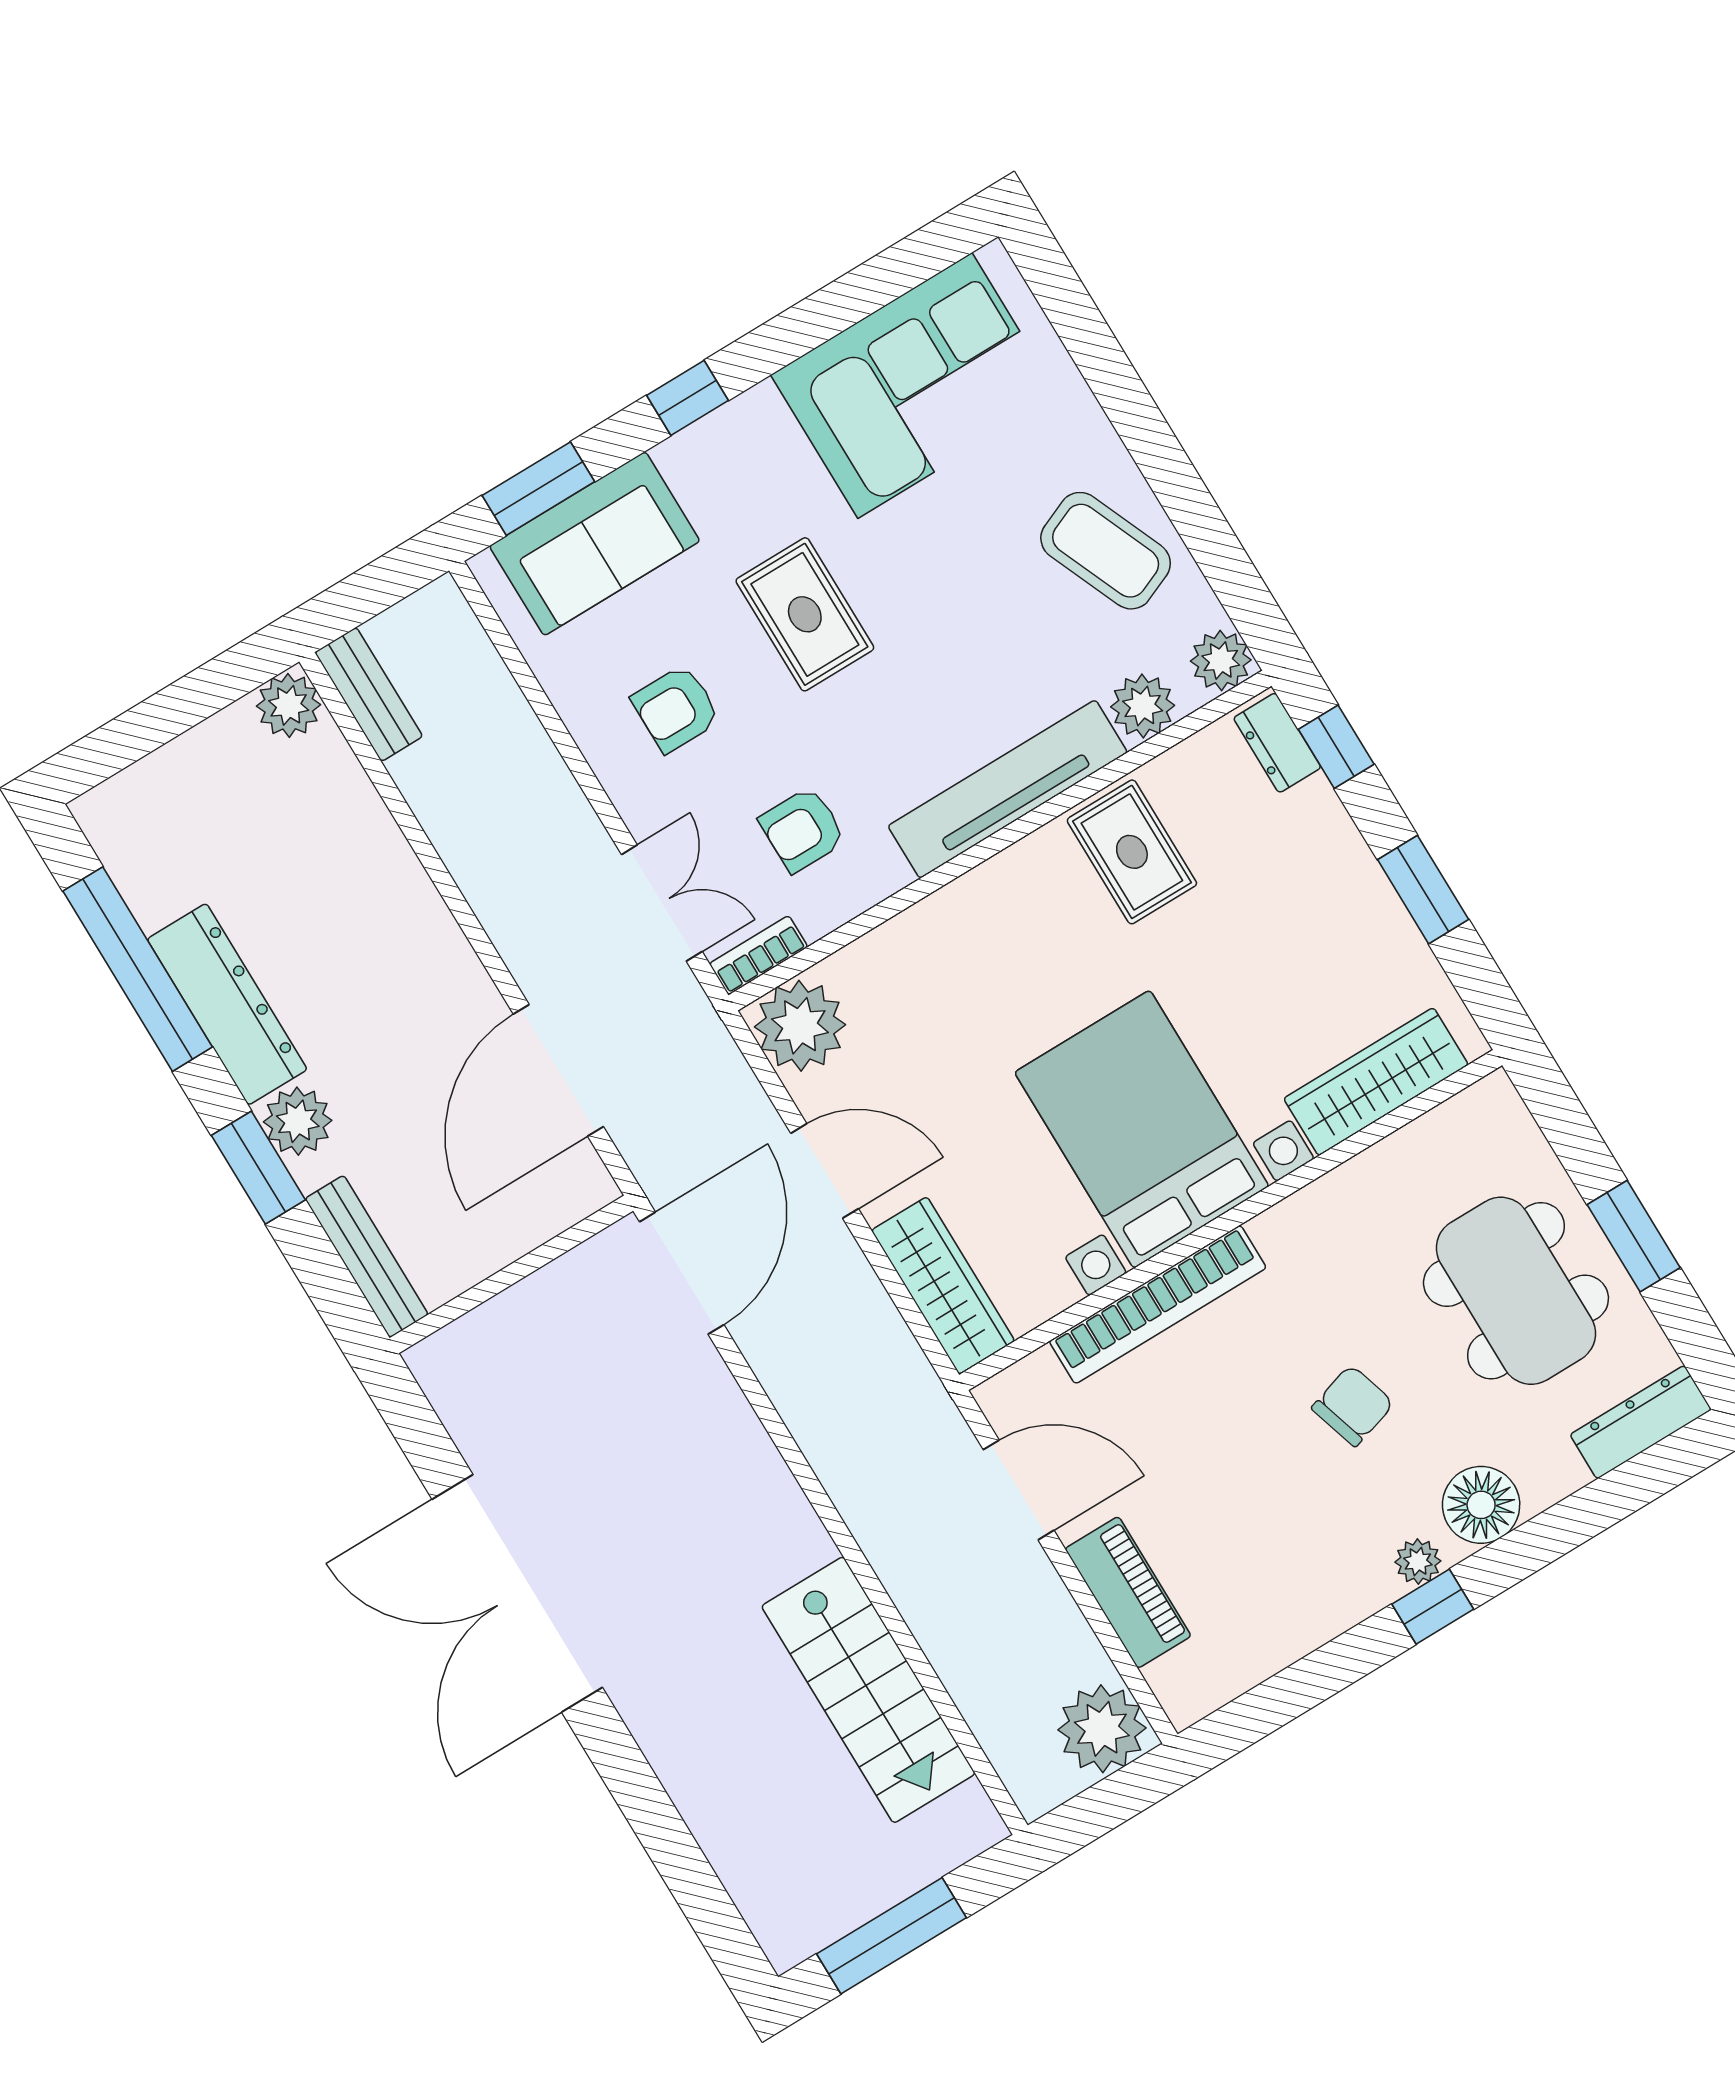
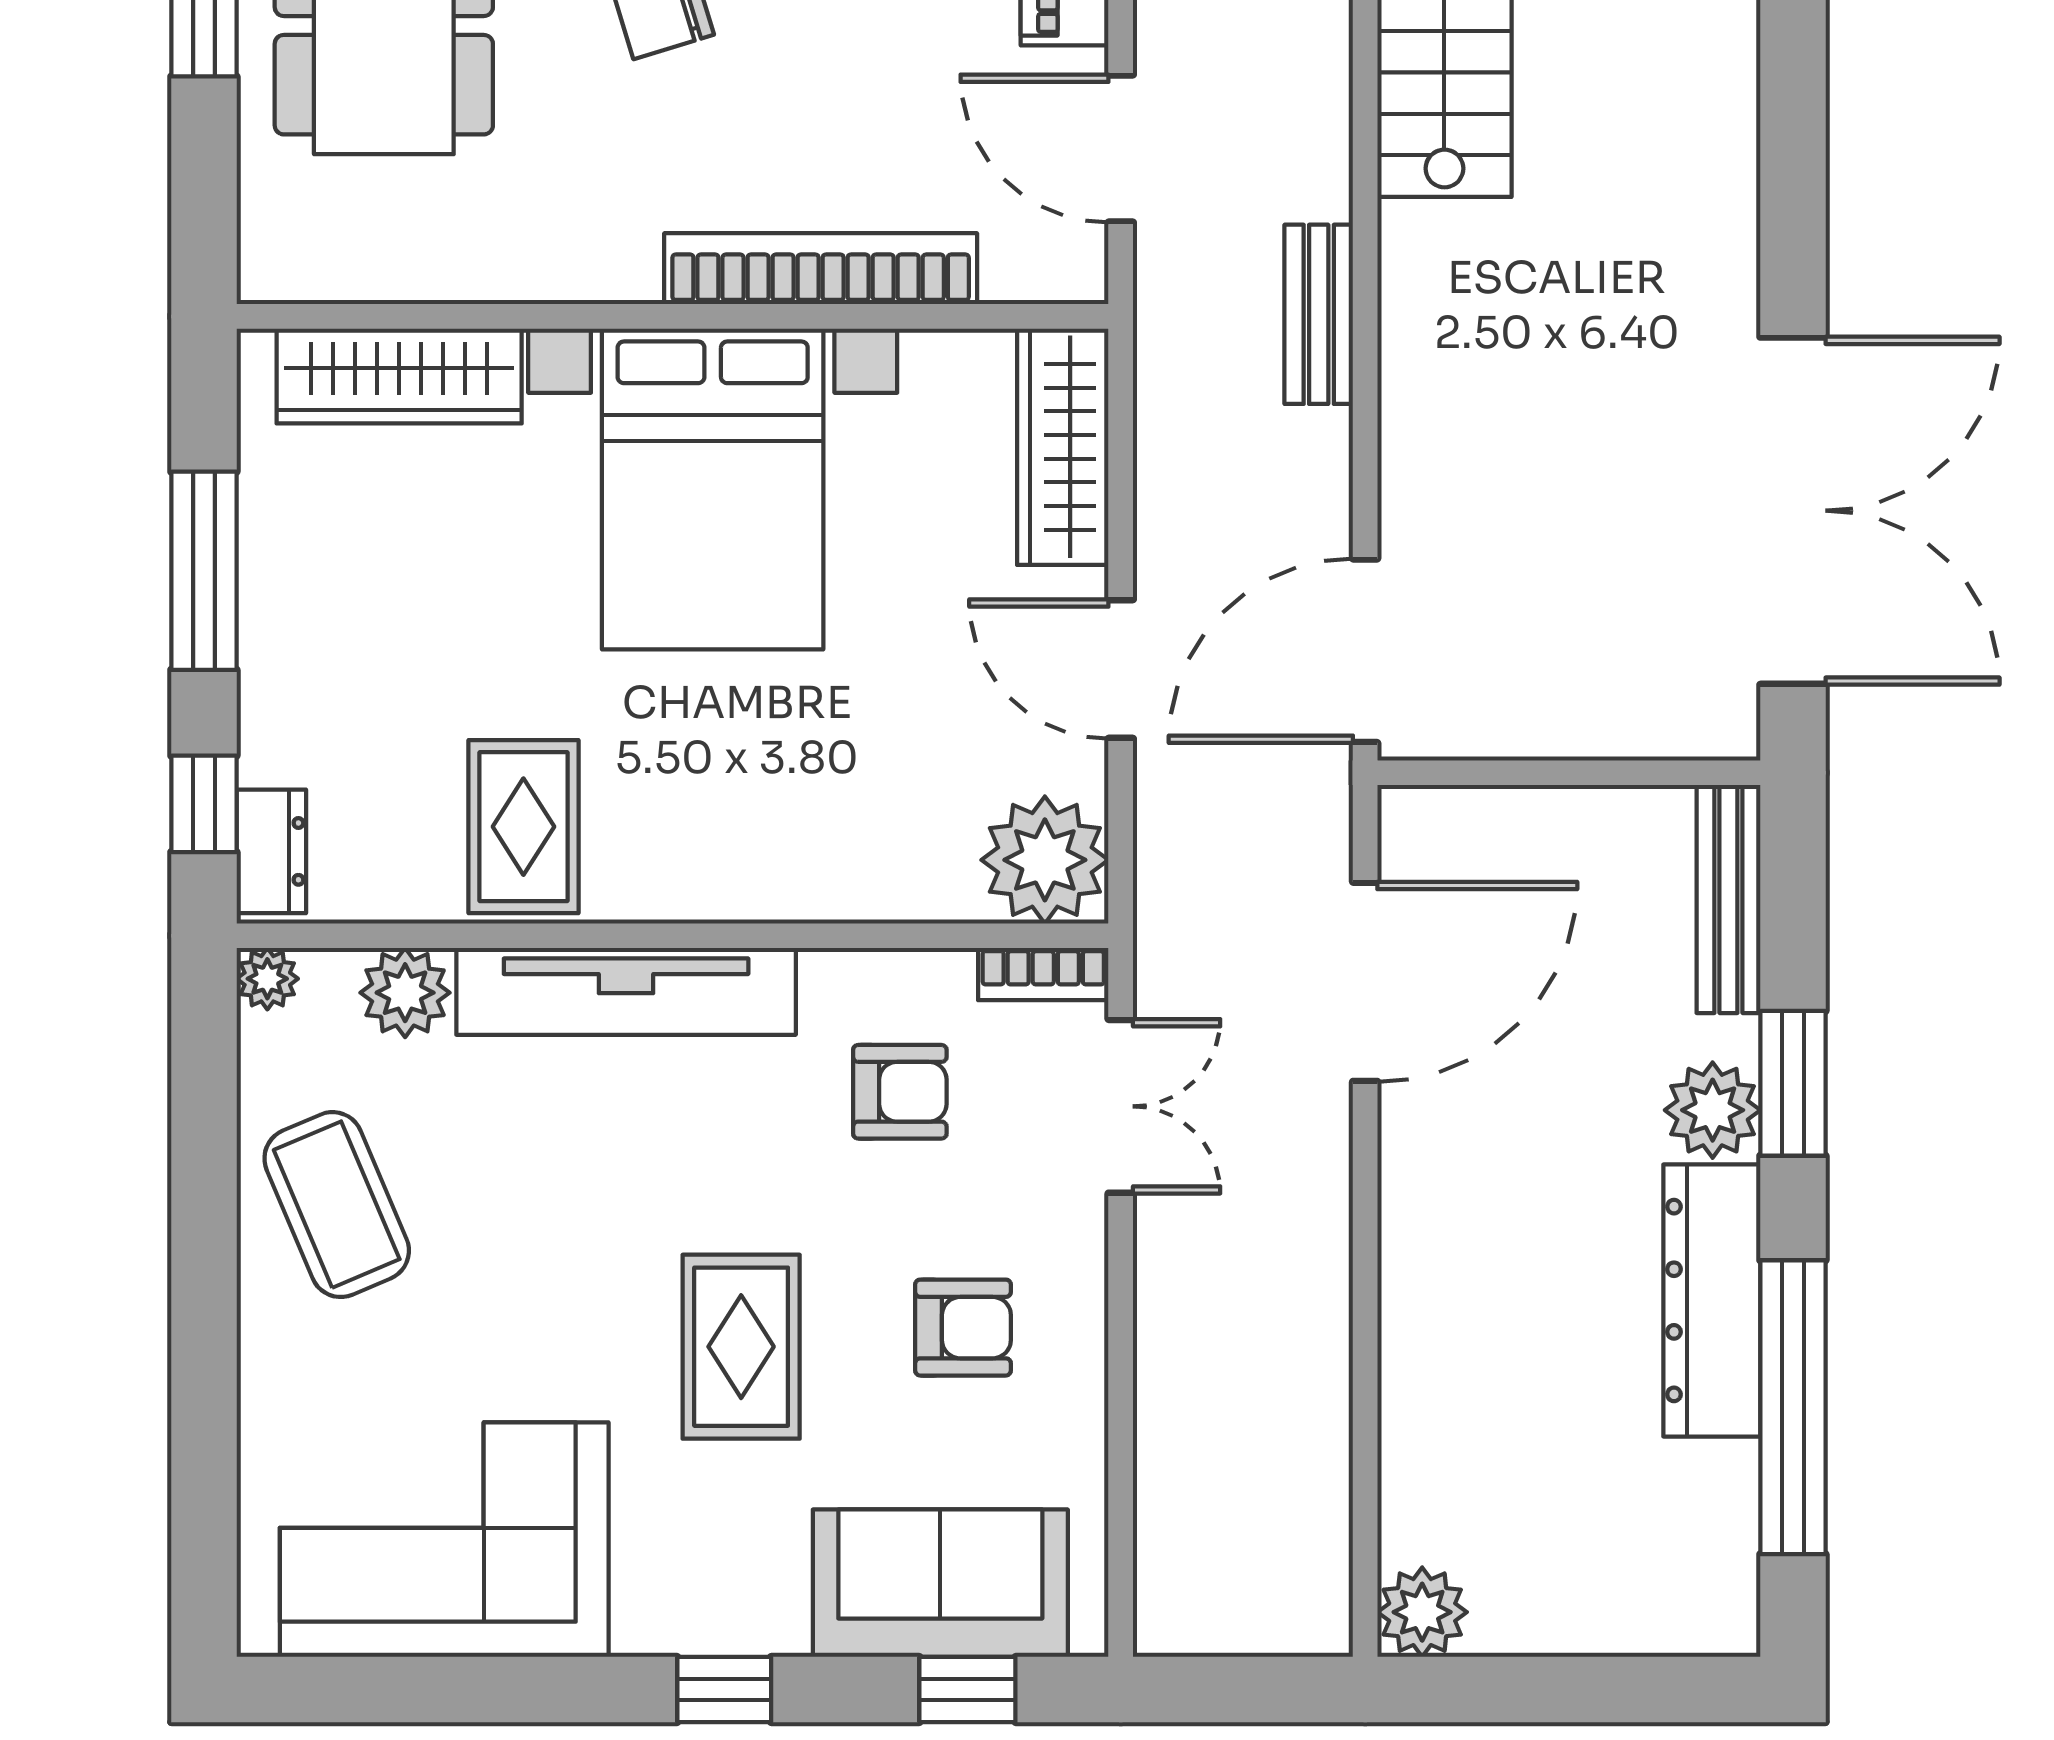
window: (538, 489) -> (967, 1690), width x0.67
plant: (1221, 660) -> (267, 979), width x0.73, depth x0.73
bench: (369, 694) -> (1319, 314), moved
window: (1423, 890) -> (204, 571), width x1.44
double door: (662, 903) -> (1121, 1106), swing flipped
double door: (517, 1593) -> (1793, 511), moved

